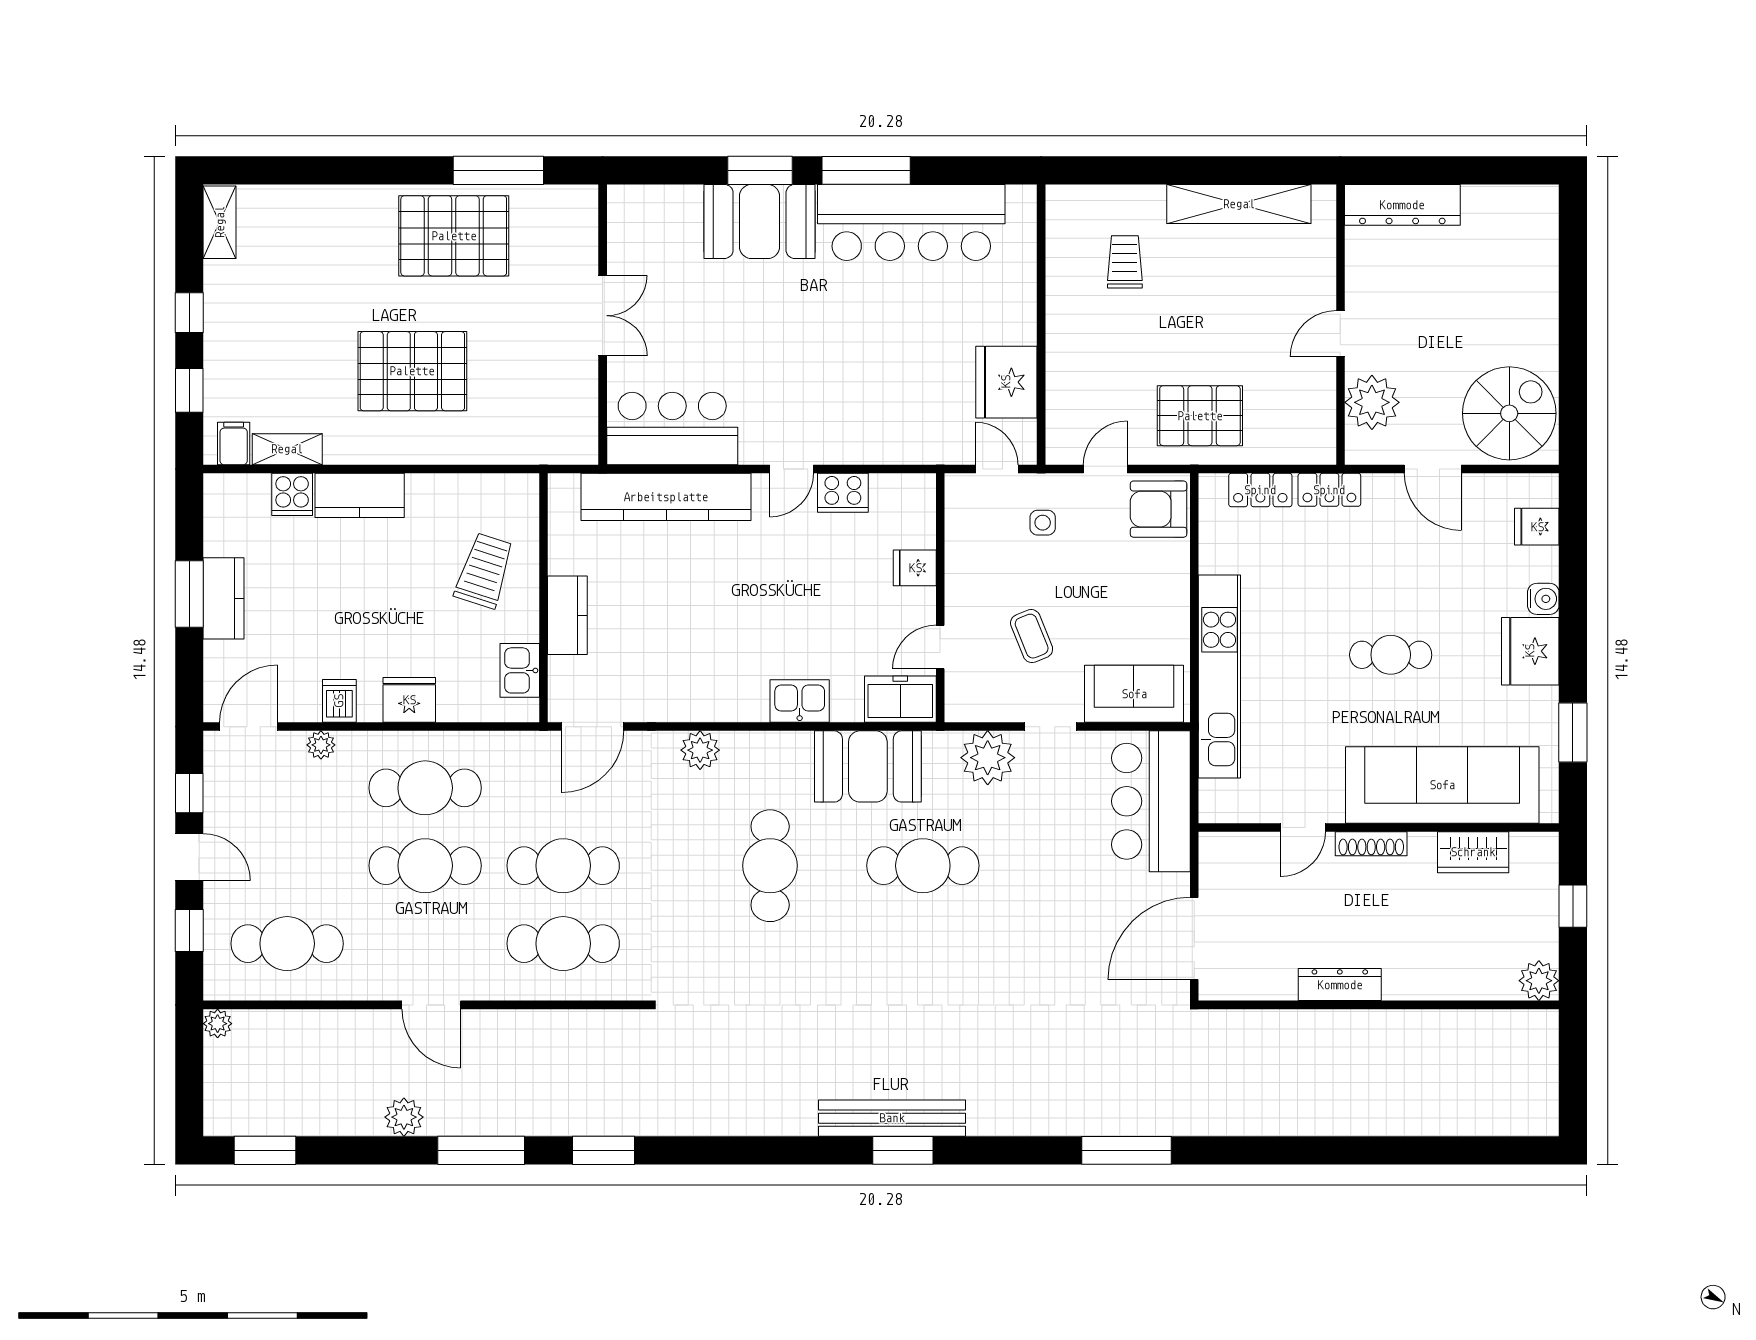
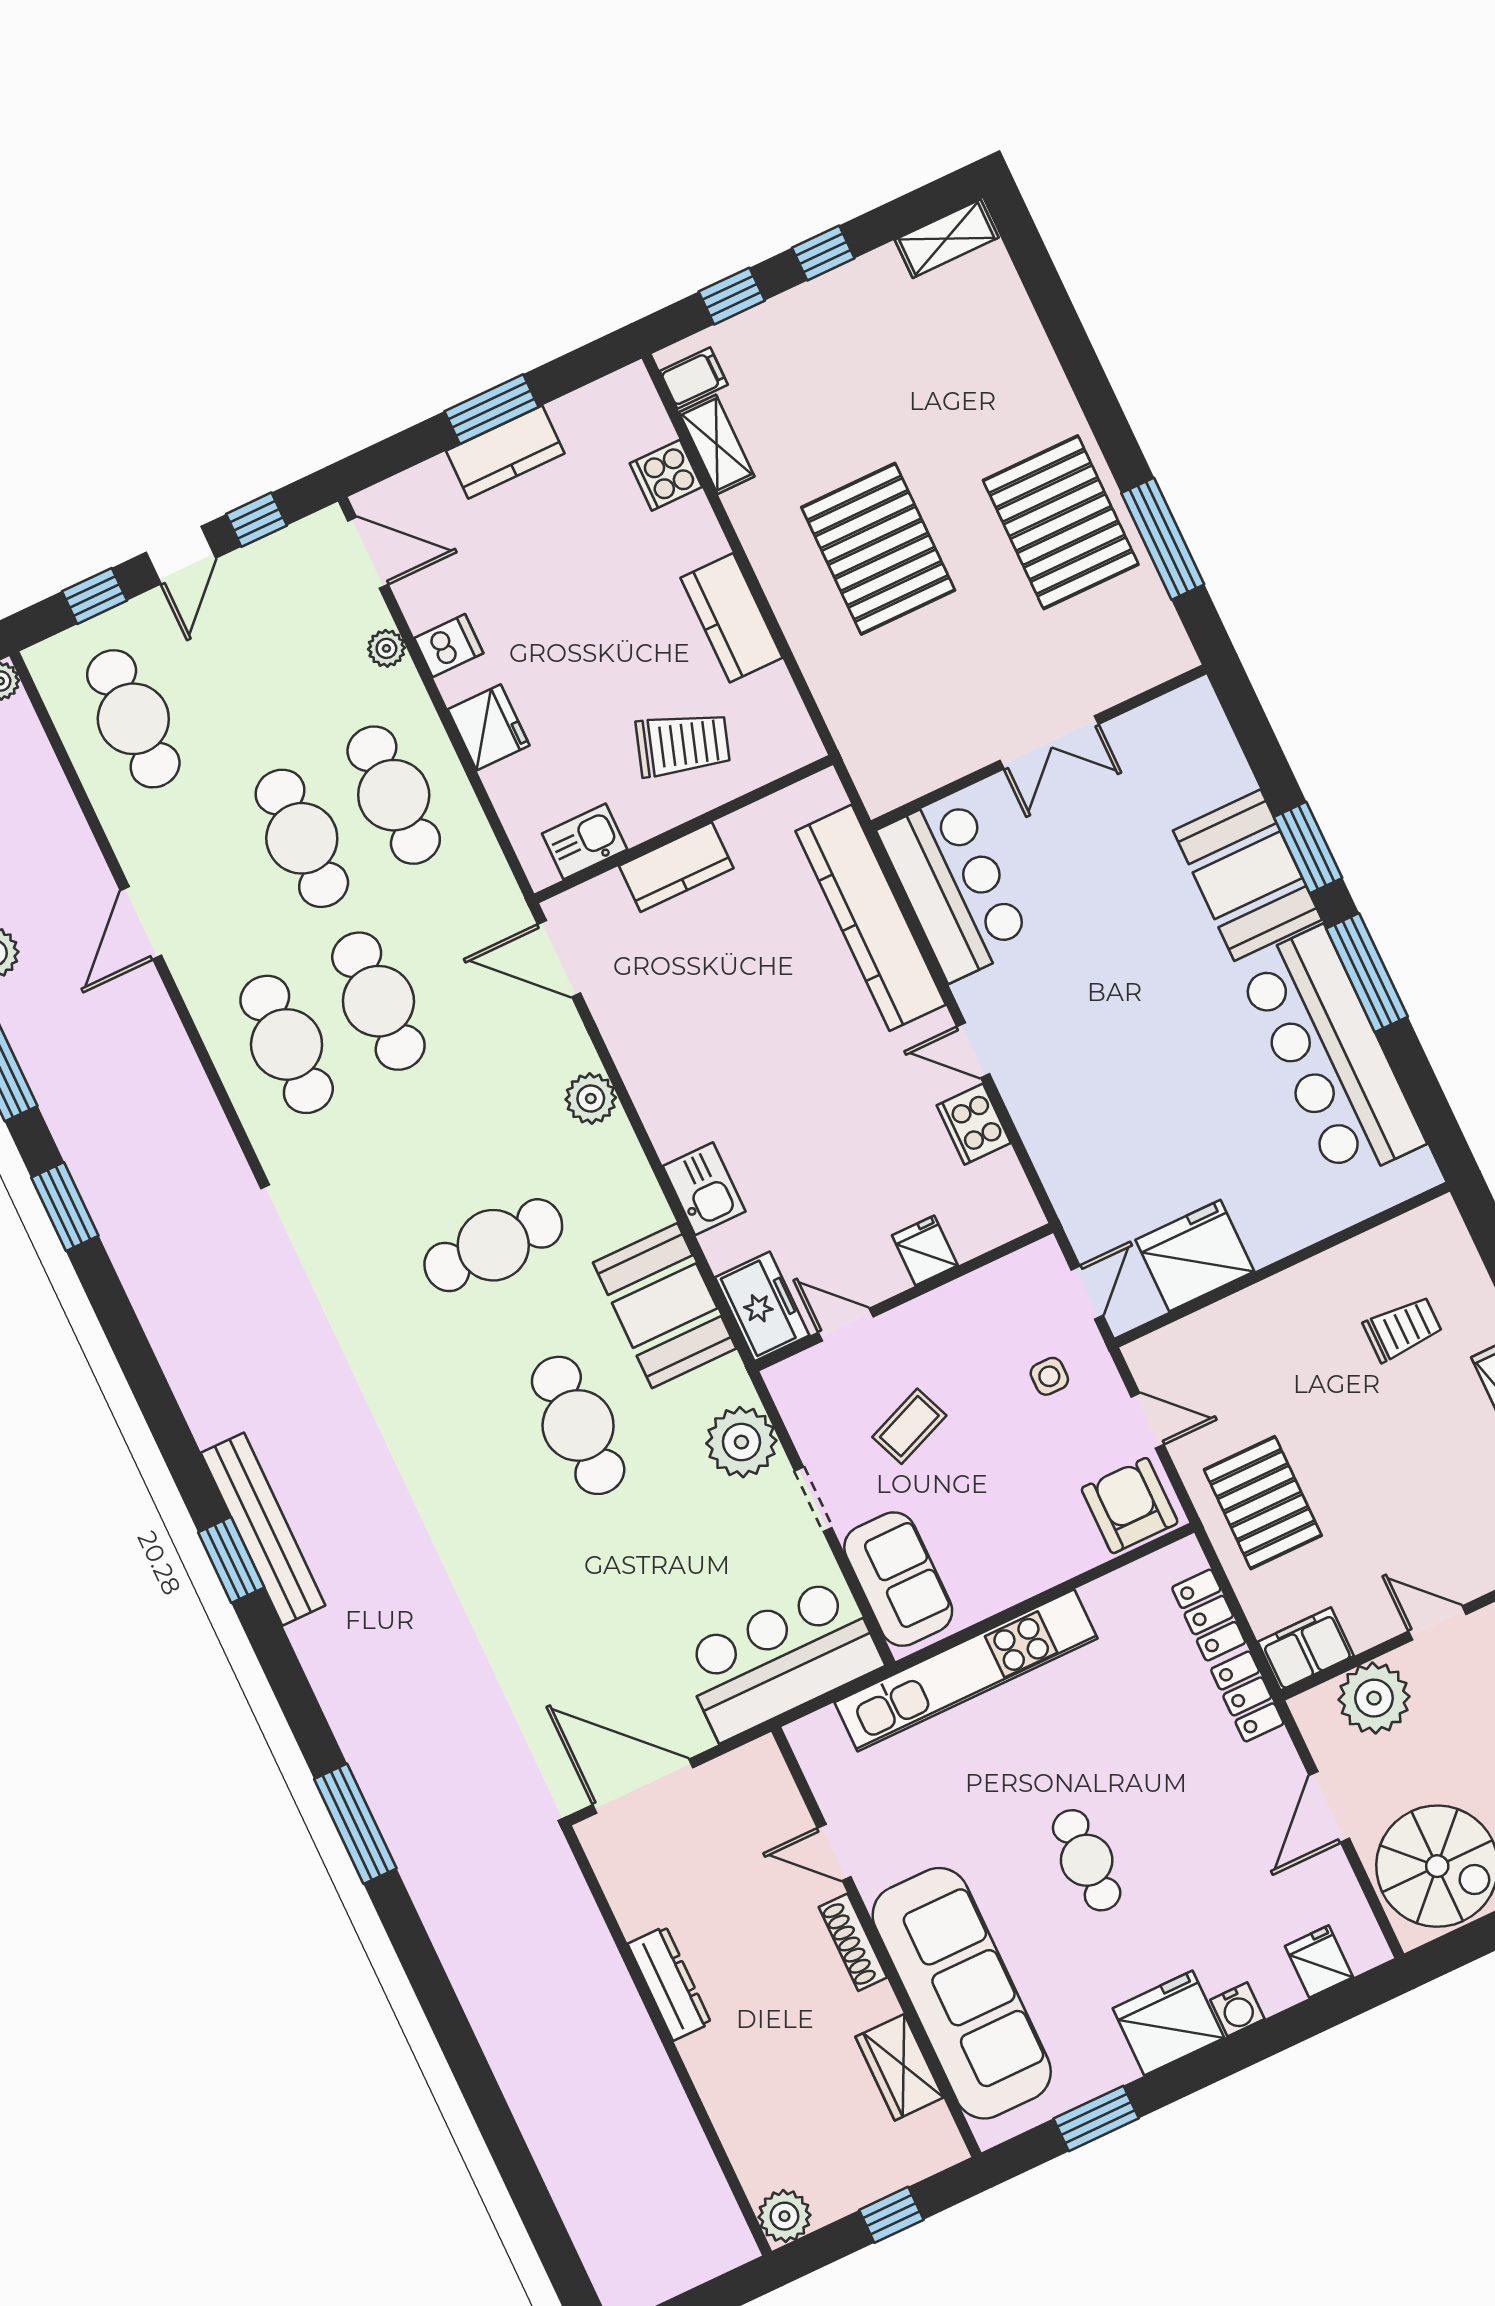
filing cabinet: (1316, 434) -> (1306, 1649), added
kitchen counter: (360, 495) -> (732, 618), moved

